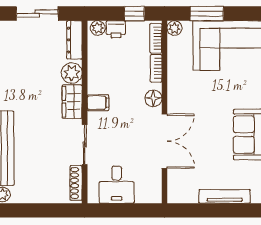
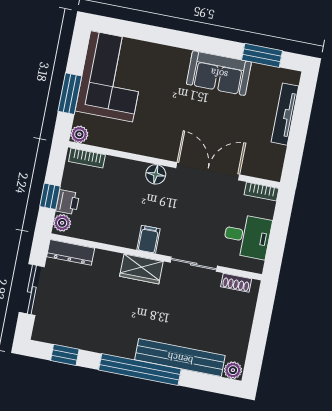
window: (134, 14) -> (50, 196), moved
bookcase: (156, 68) -> (262, 192), moved
plant: (72, 73) -> (108, 263), removed
shoe rack: (76, 183) -> (236, 283), width x0.70

